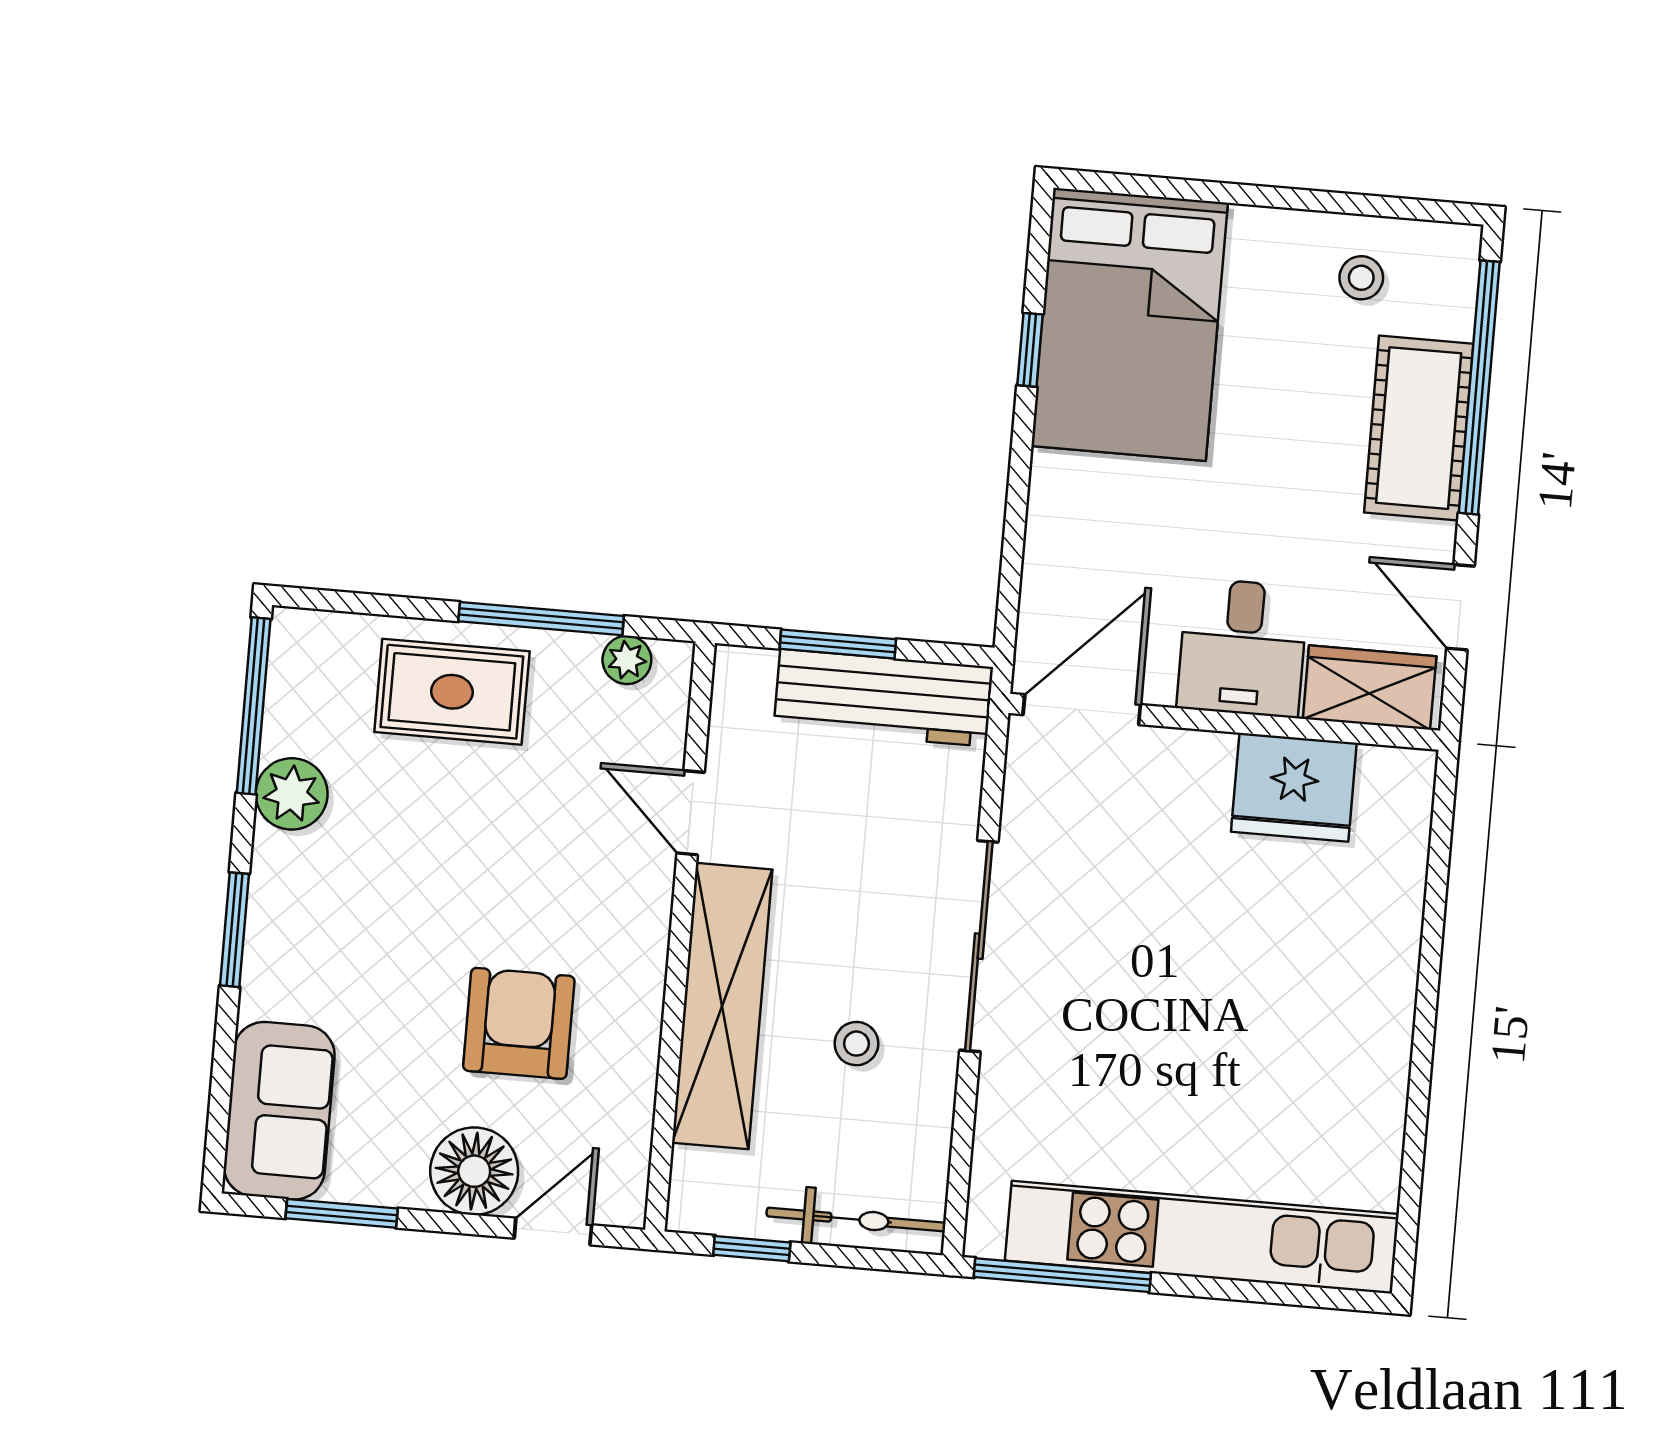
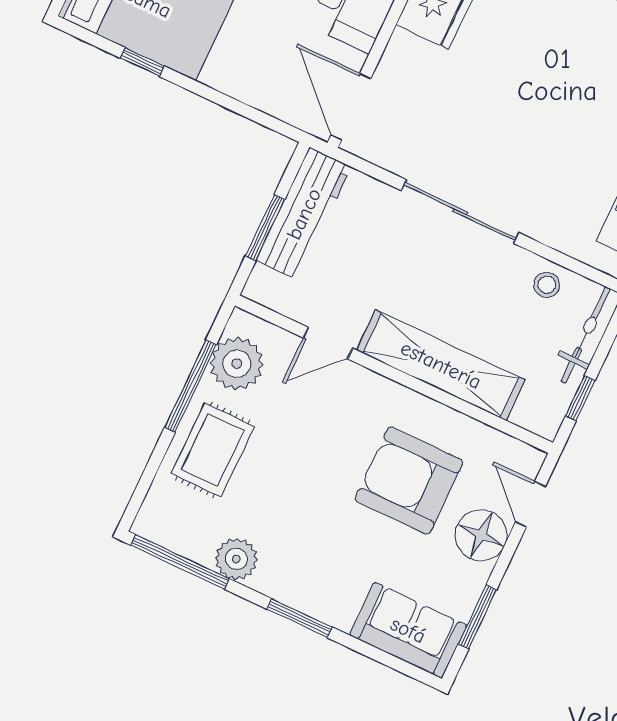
plant: (627, 660) -> (237, 364), width x1.88, depth x1.88
armchair: (519, 1023) -> (409, 481), width x1.36, depth x1.36
stool: (856, 1044) -> (547, 285), moved

